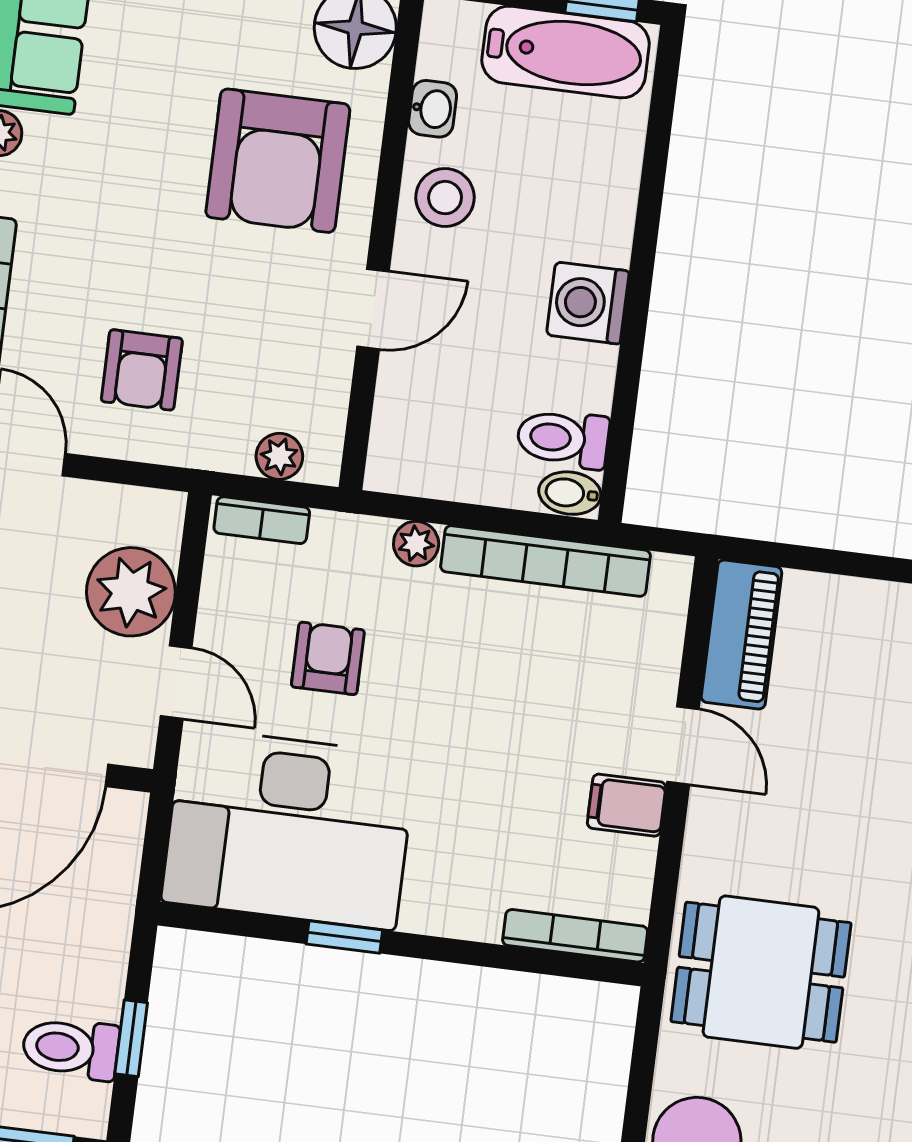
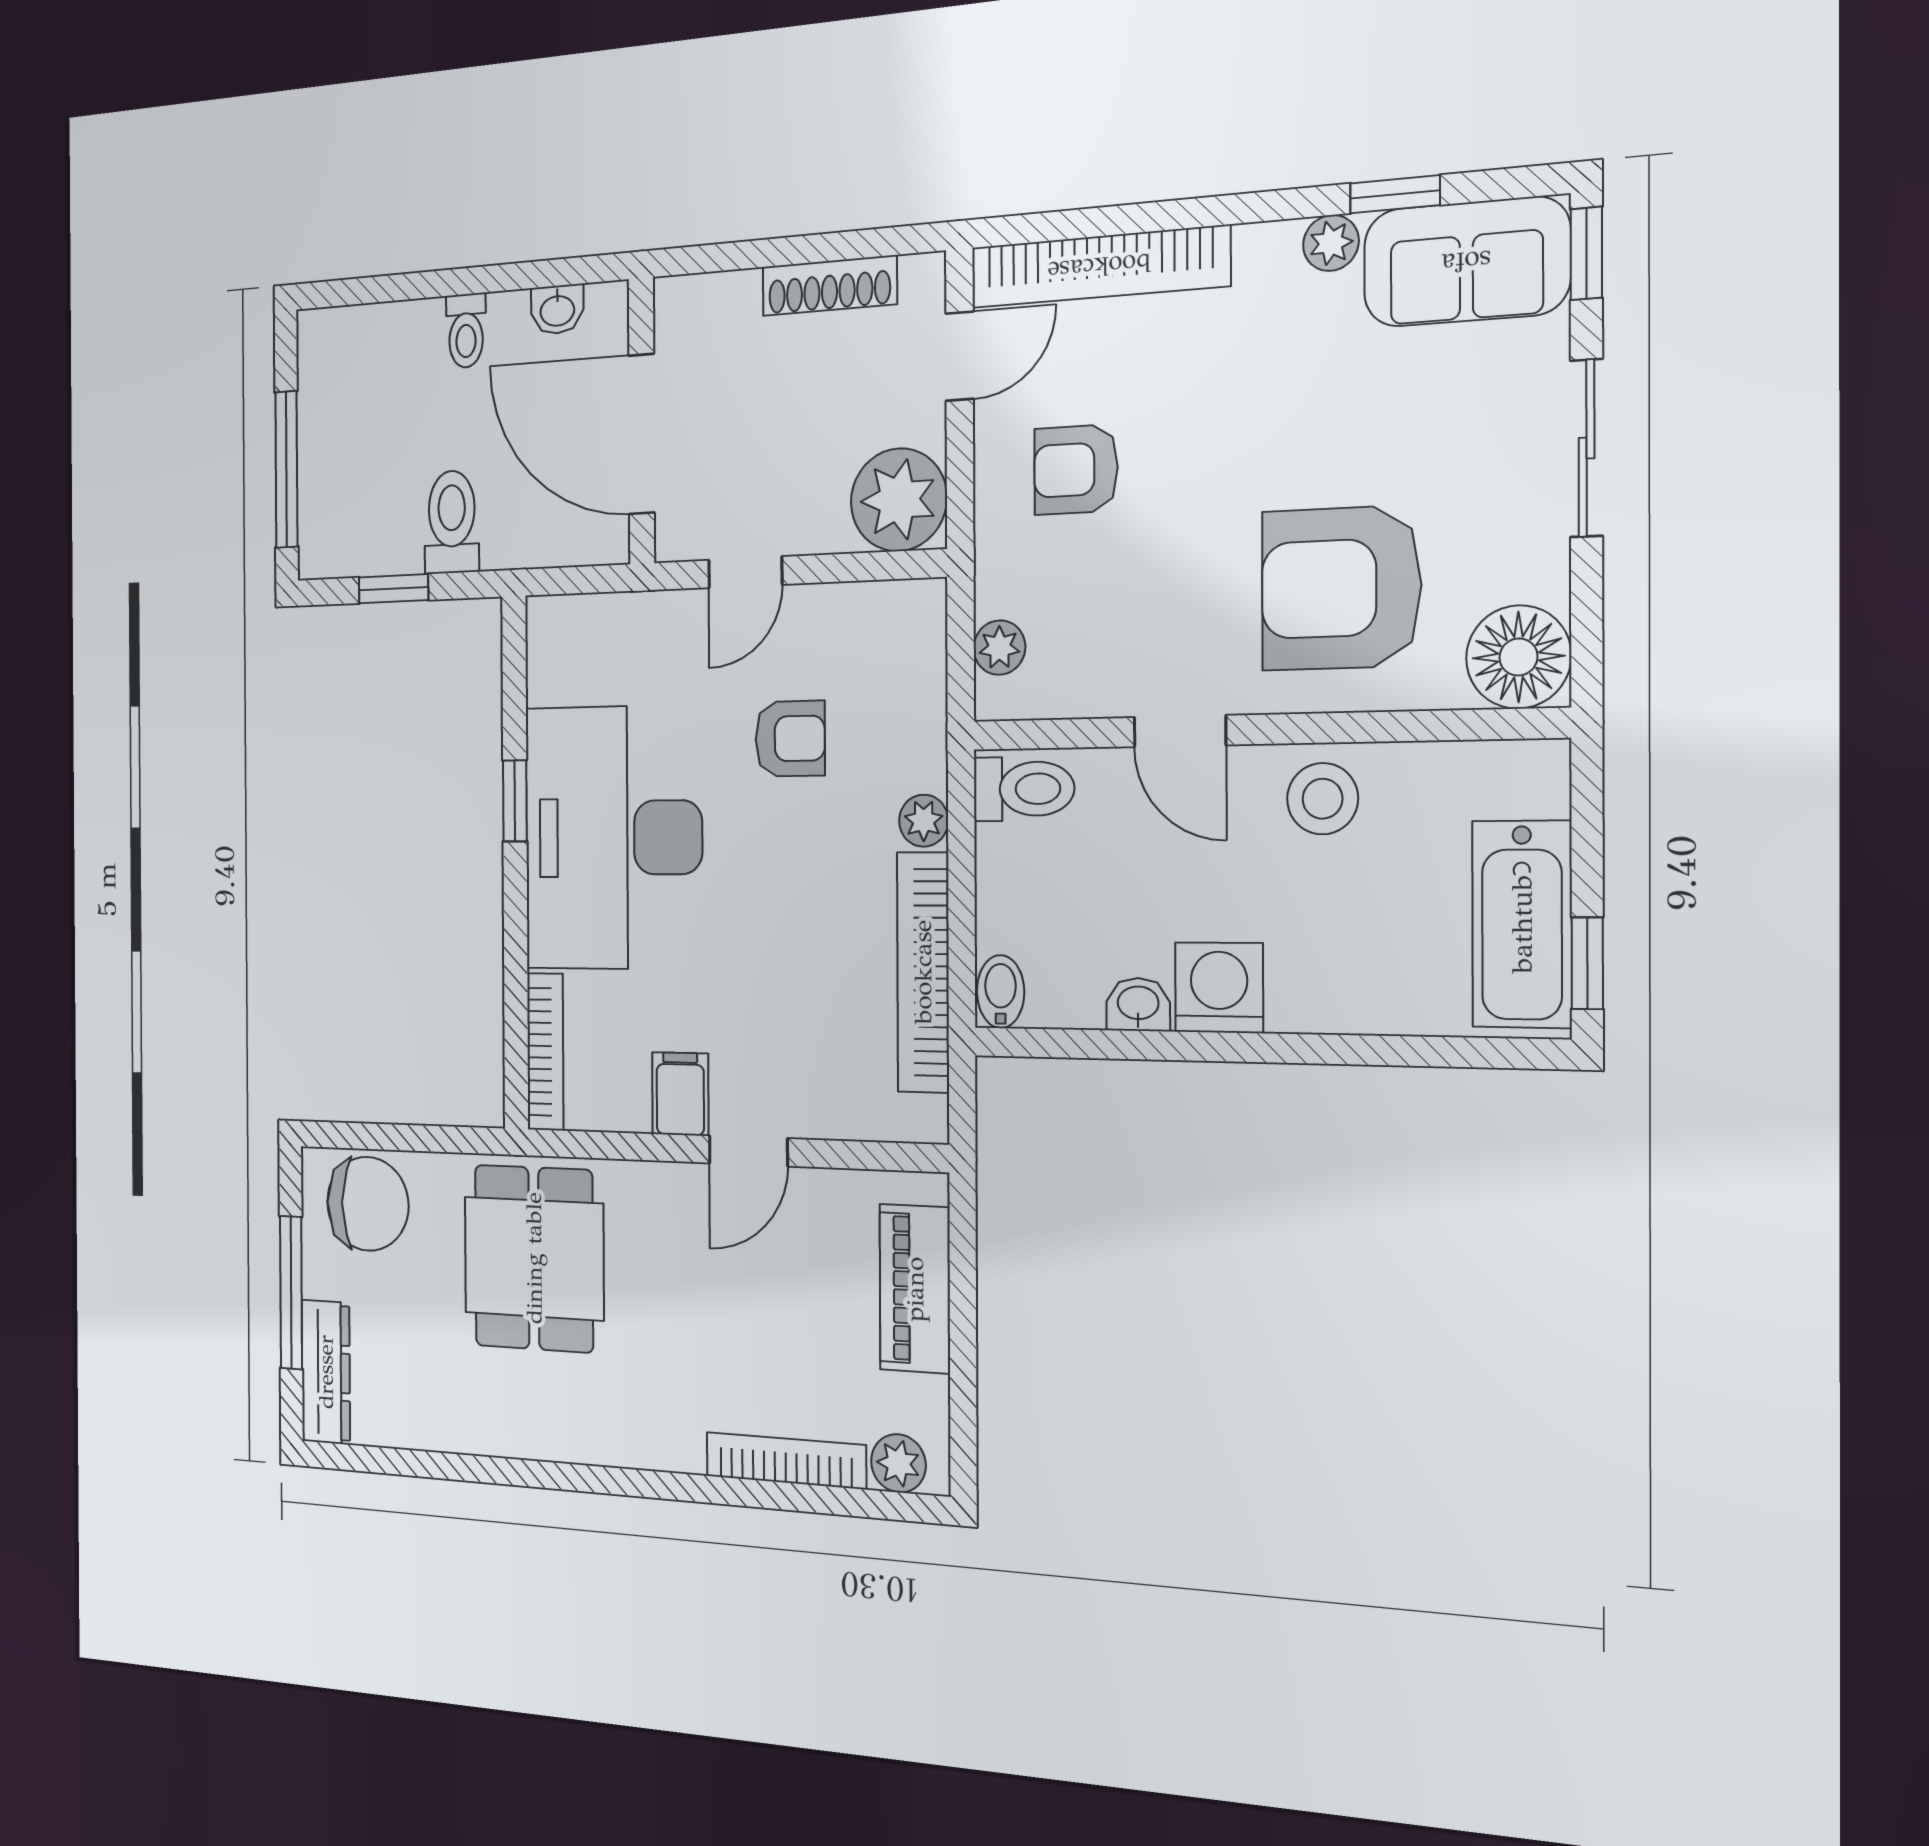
washbasin: (433, 109) -> (1138, 1004), moved, turned 180
toilet: (563, 439) -> (1024, 789), moved, turned 90
bookcase: (262, 520) -> (927, 639), removed
plant: (131, 592) -> (899, 500), moved
piano: (741, 635) -> (915, 1289), moved, turned 90
desk: (289, 829) -> (613, 838), moved
toilet: (71, 1048) -> (452, 522), moved

